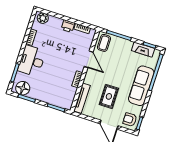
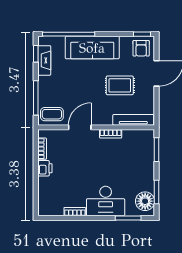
plant: (43, 18) -> (45, 204), removed

